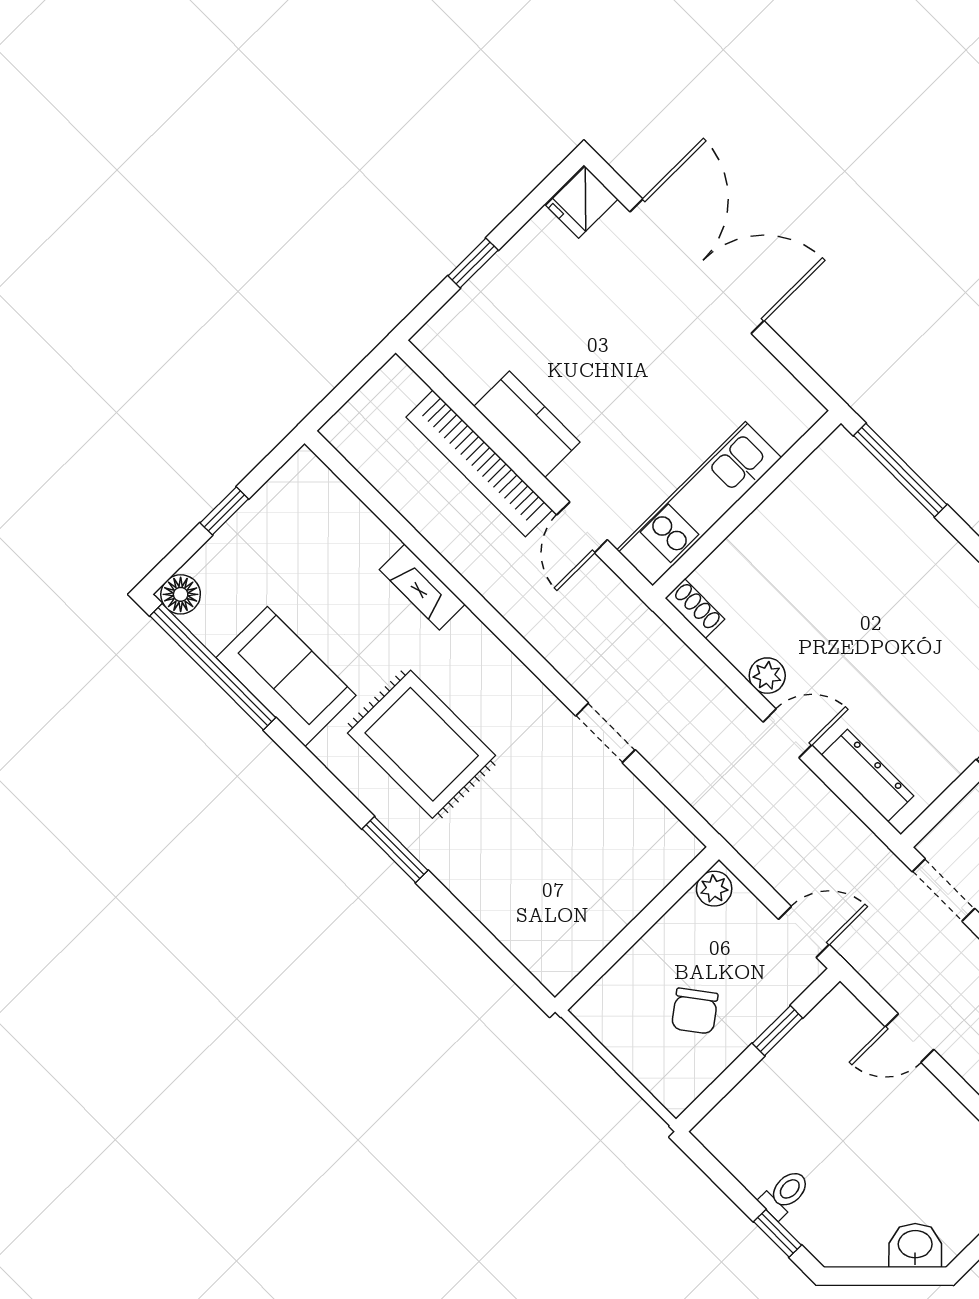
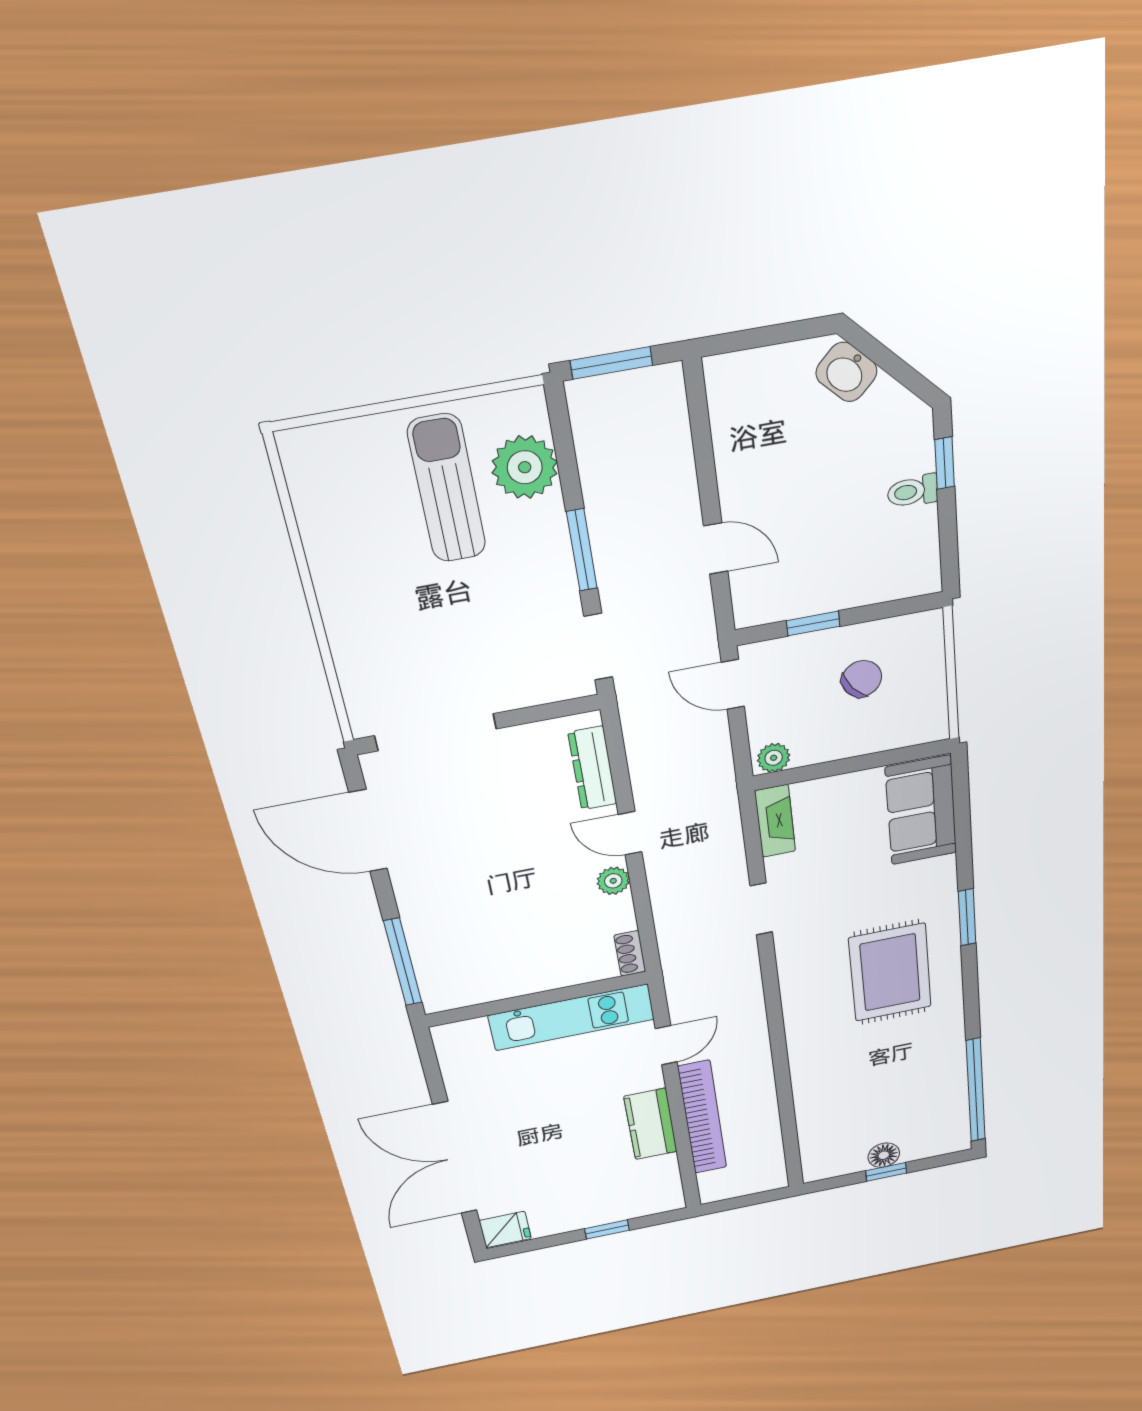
fireplace: (422, 587) -> (775, 821), moved
floor lamp: (181, 594) -> (884, 1155), moved
sofa: (286, 677) -> (921, 810), moved

